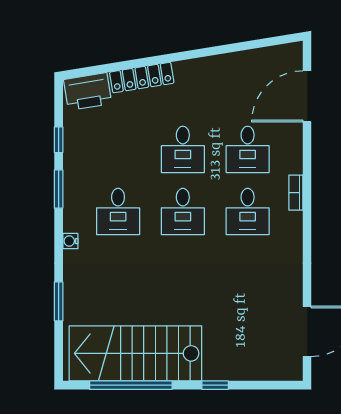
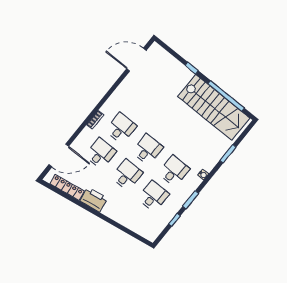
locker: (142, 78) -> (67, 187), moved
printer: (88, 92) -> (94, 200), moved
desk: (118, 149) -> (153, 196), added

